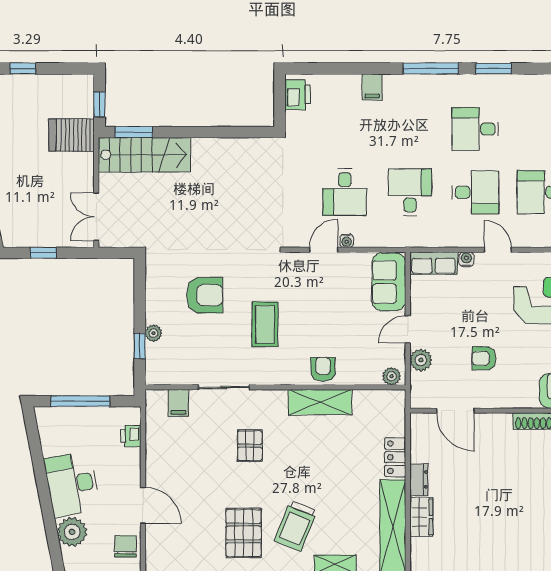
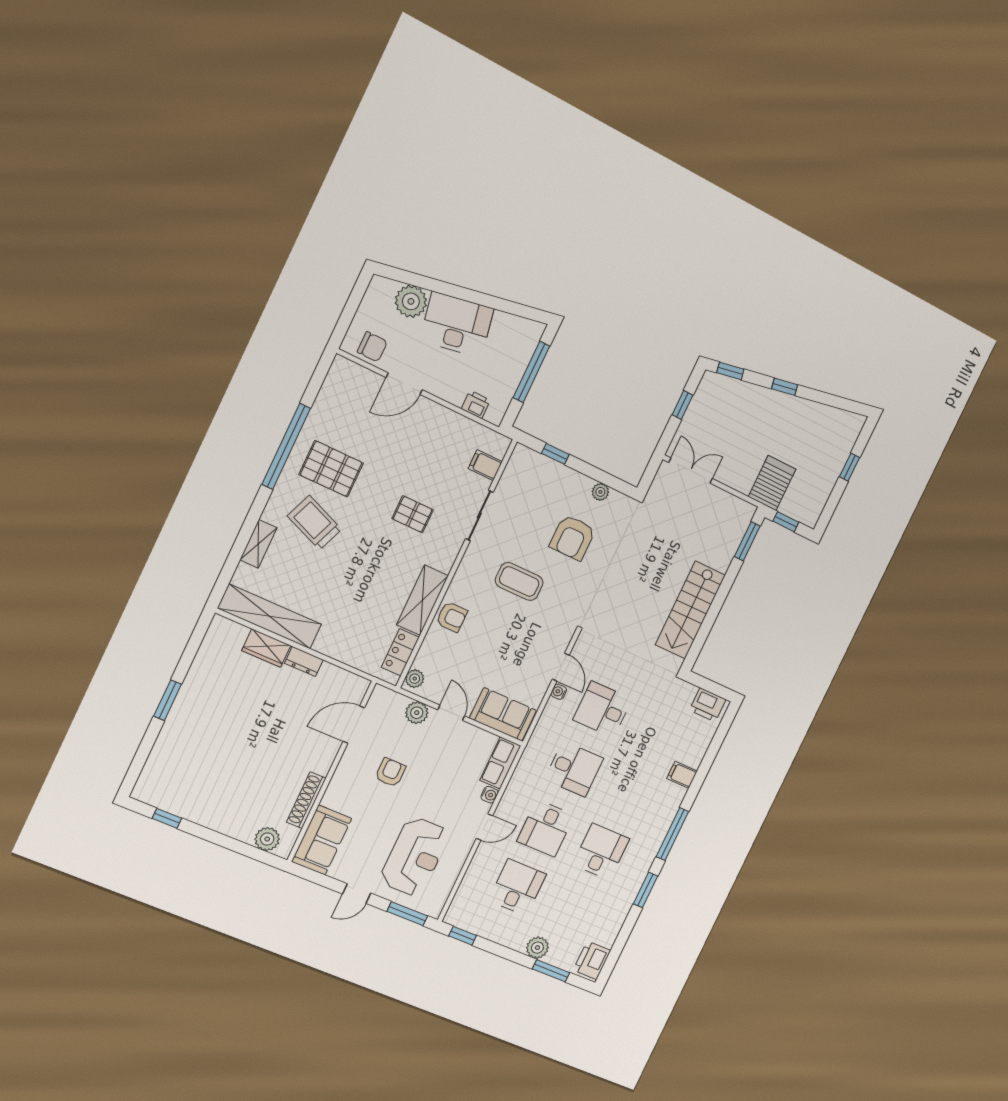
stairs: (144, 155) -> (690, 610), moved
plant: (153, 333) -> (600, 492), moved
locker: (395, 457) -> (400, 652), moved, turned -90

